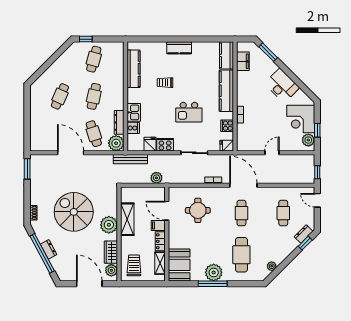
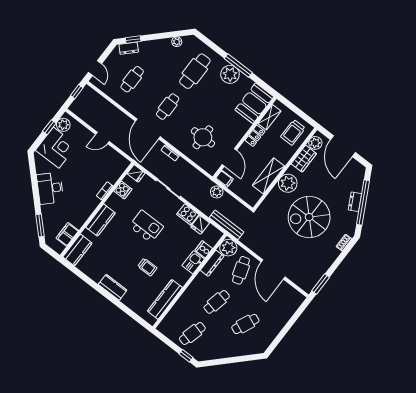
kitchen counter: (226, 91) -> (101, 220), width x0.67
spiral stairs: (74, 212) -> (309, 217), turned 90
filing cabinet: (158, 226) -> (224, 179), moved

